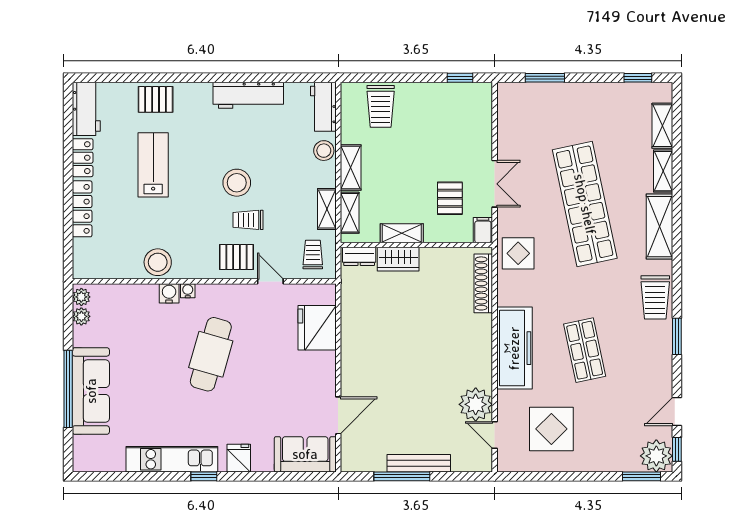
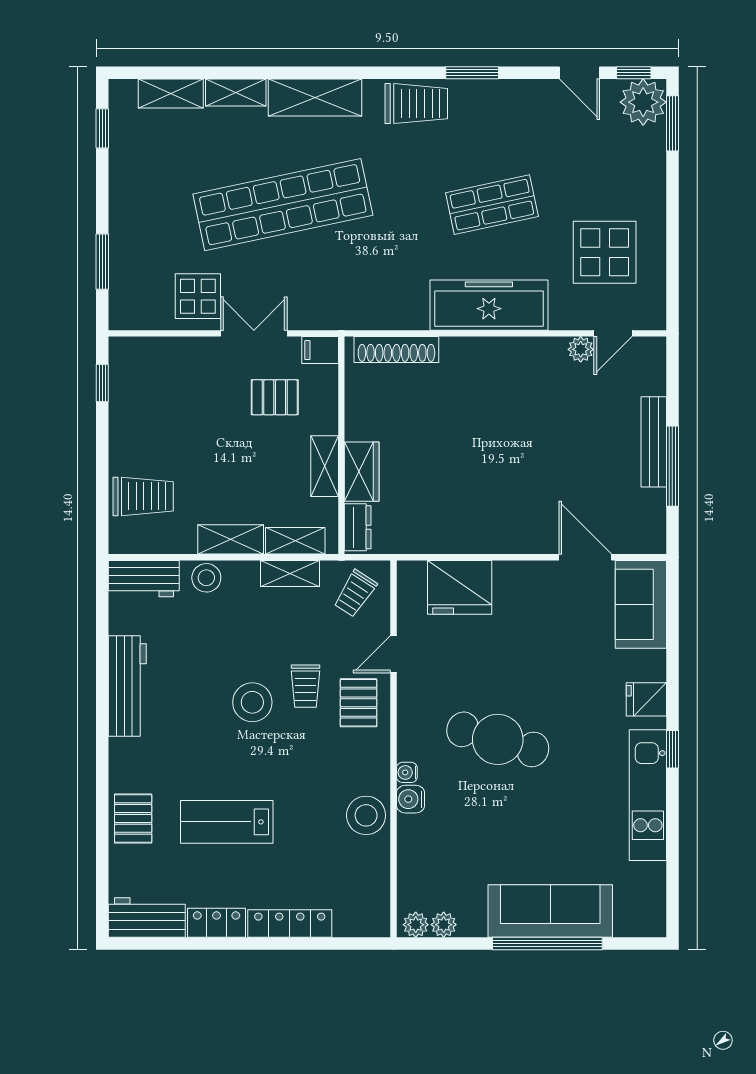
display table: (518, 253) -> (198, 296), moved
trolley: (313, 255) -> (355, 594), turned -57
plant: (476, 404) -> (581, 349), width x0.53, depth x0.53

